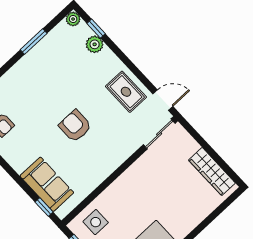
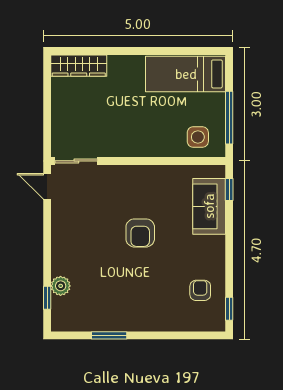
plant: (73, 19) -> (59, 324), removed
rug: (126, 92) -> (71, 222), removed
wardrobe: (212, 172) -> (79, 66), moved, turned 90

